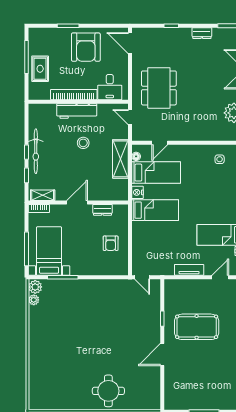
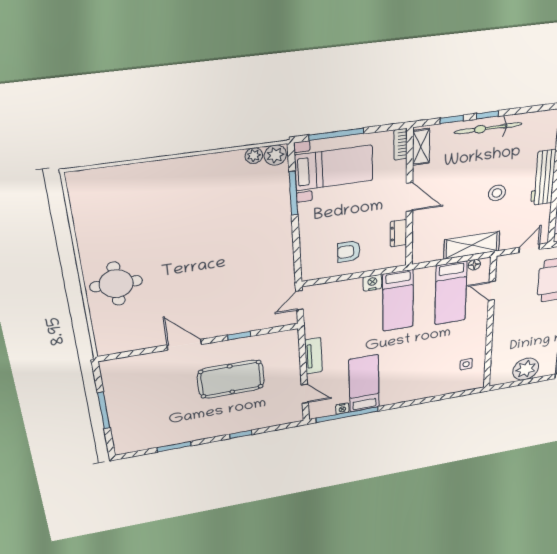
nightstand: (138, 192) -> (372, 283), moved
pool table: (197, 327) -> (231, 379), turned 90

